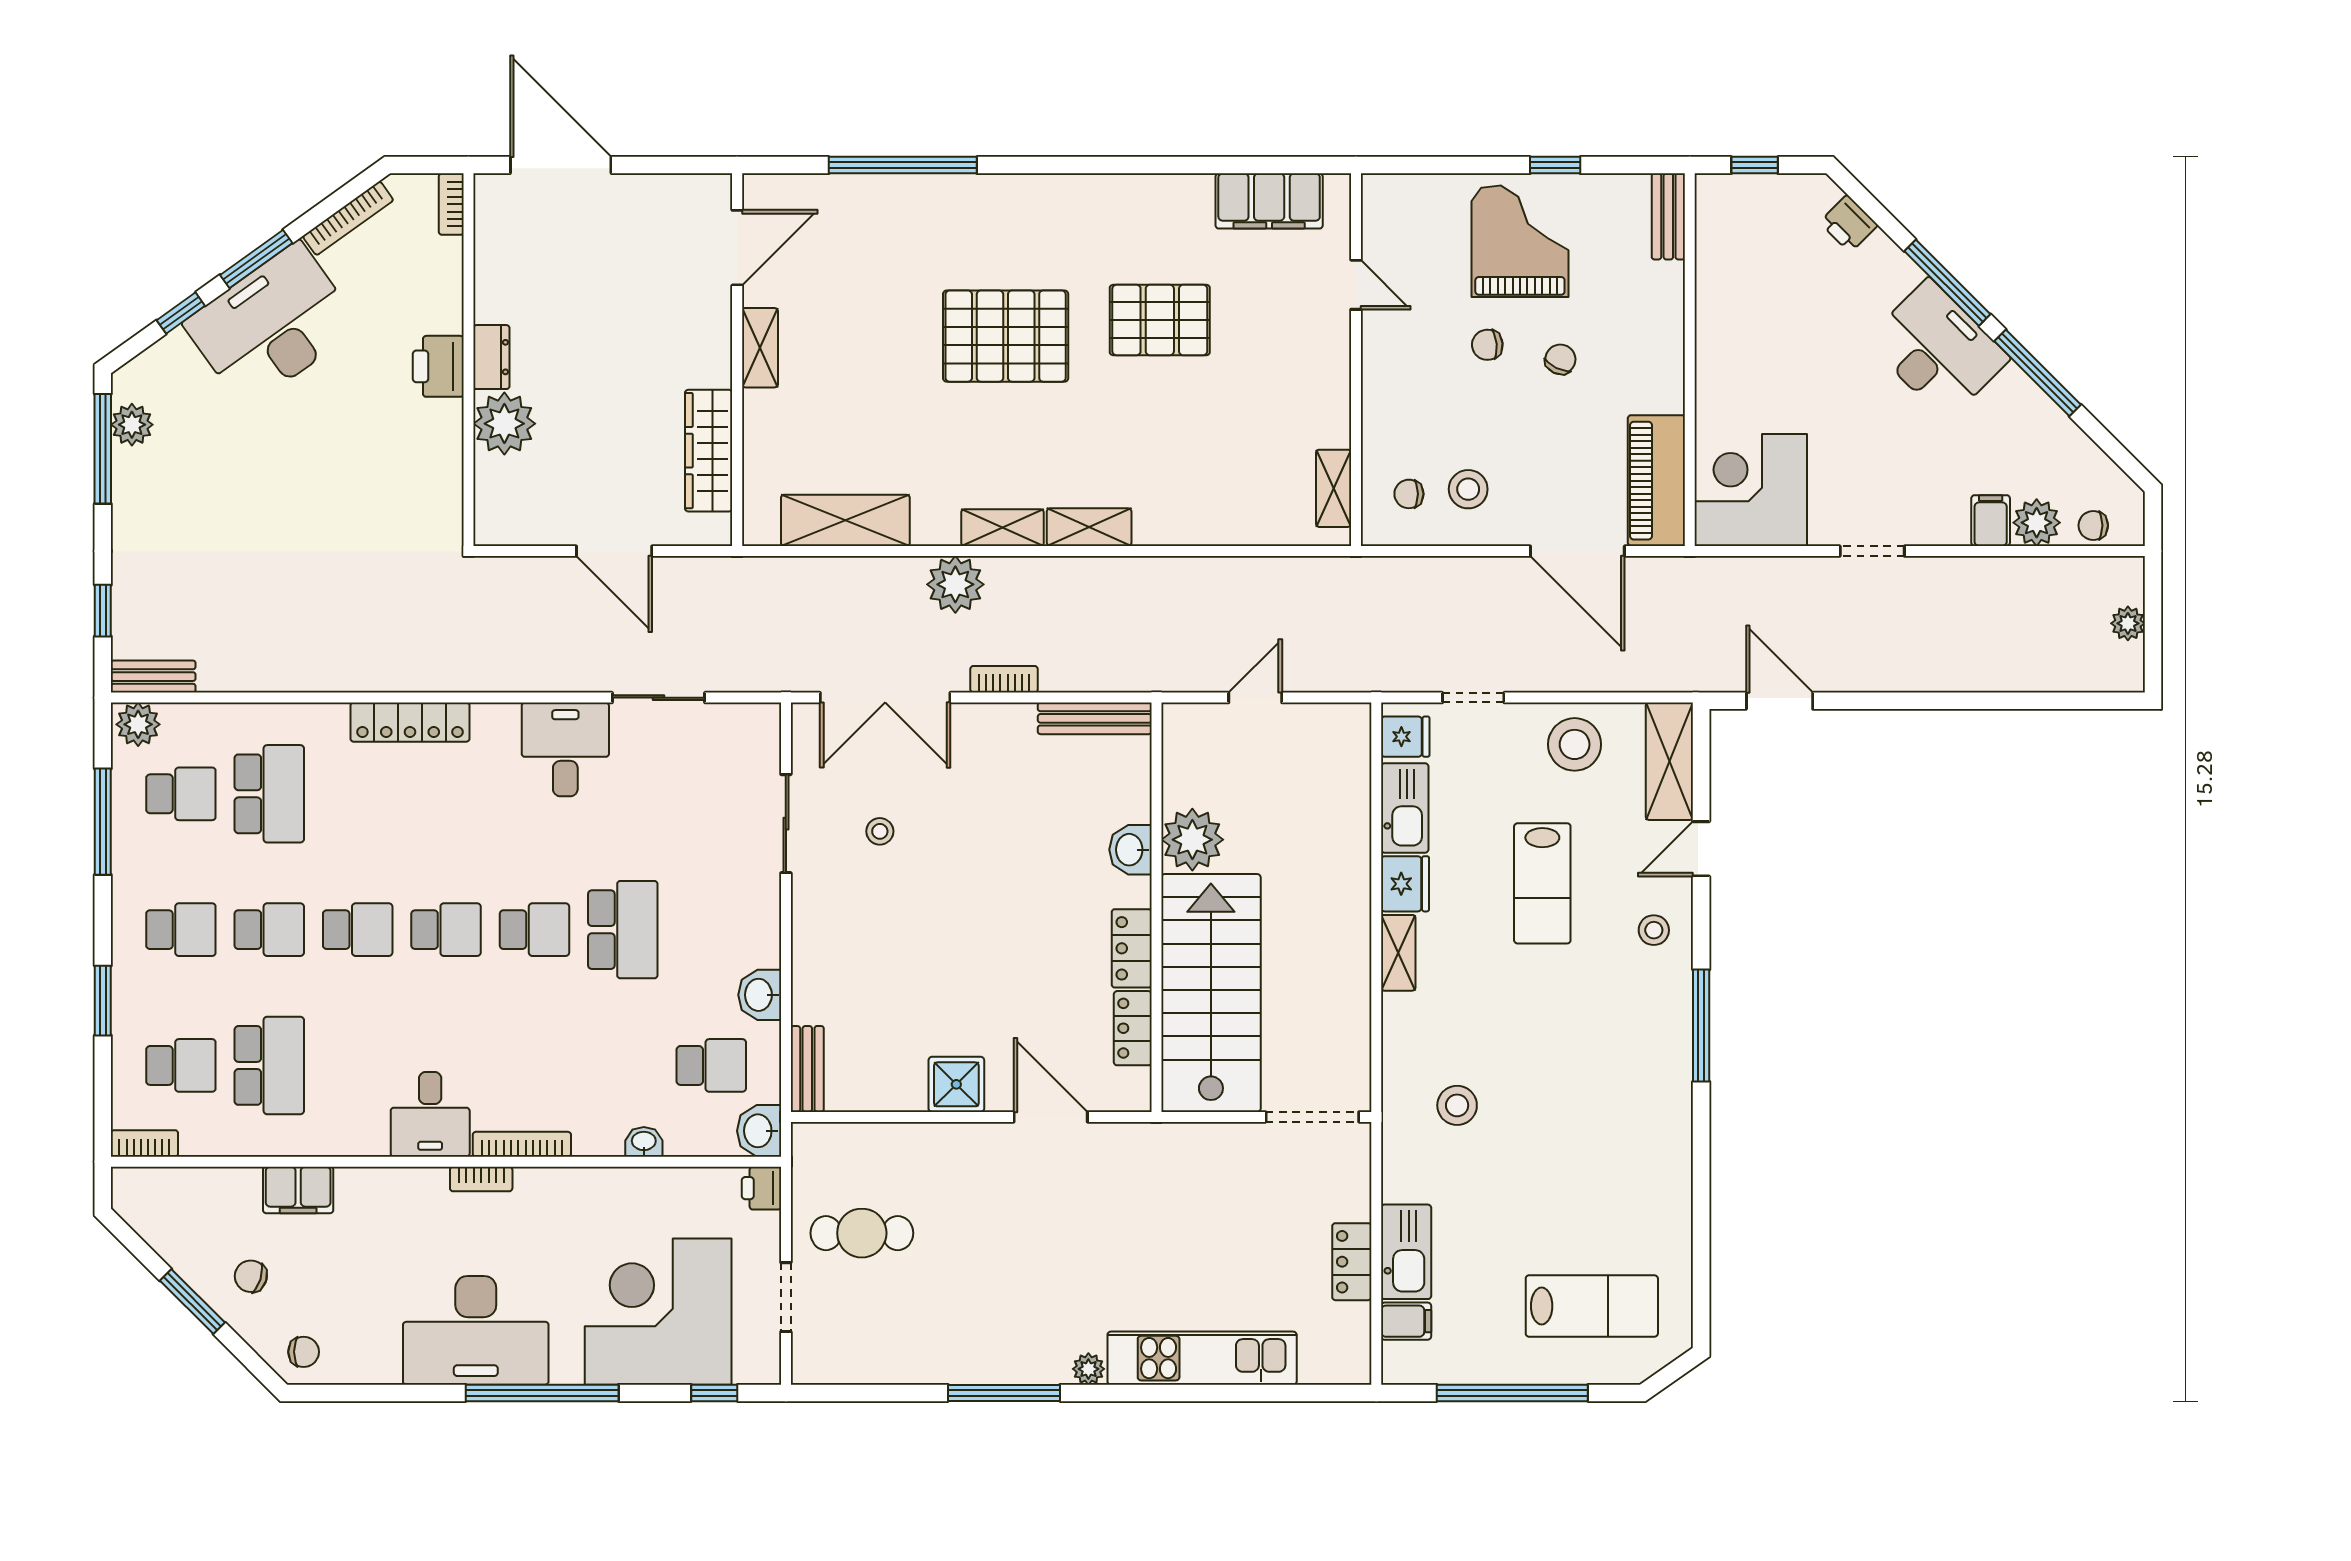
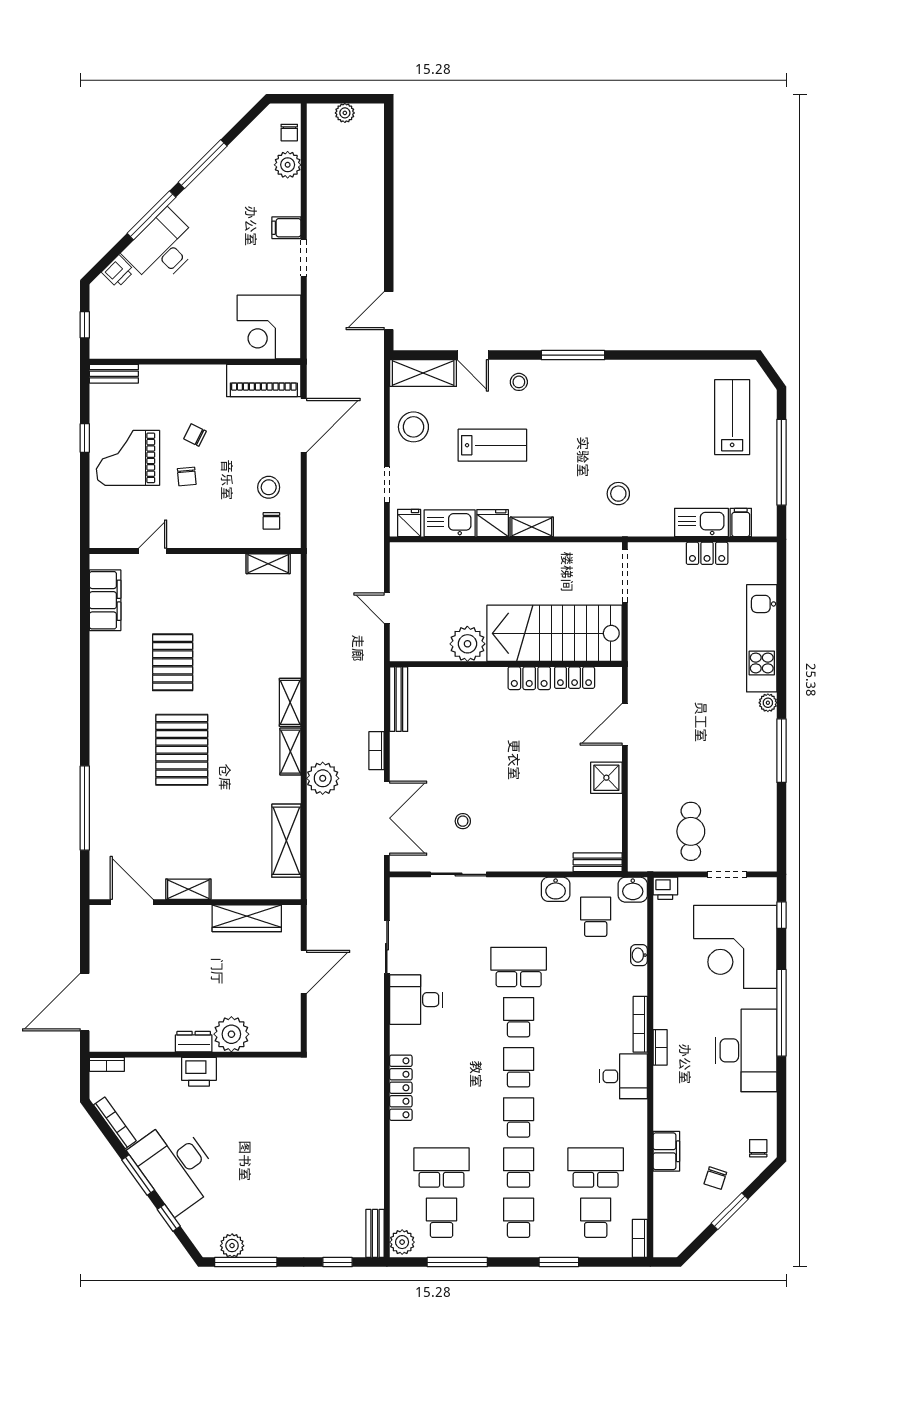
desk: (1938, 350) -> (162, 248), moved
filing cabinet: (1991, 521) -> (286, 228), moved
washbasin: (1130, 850) -> (473, 679), removed

